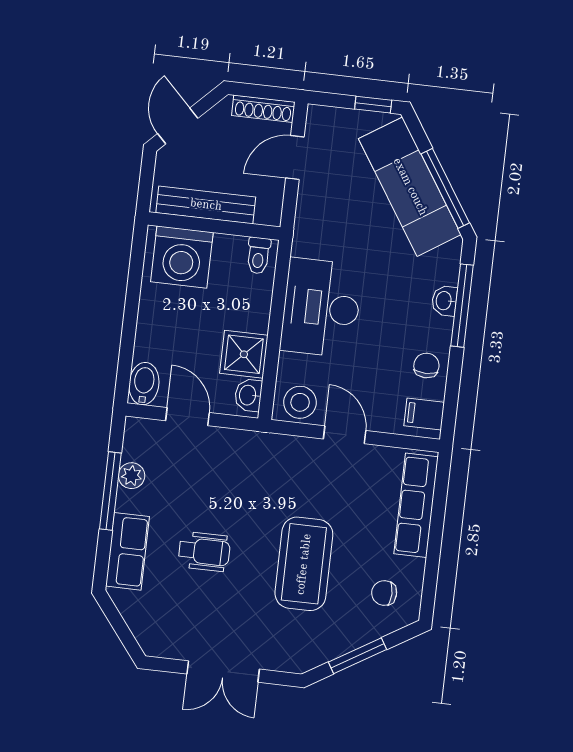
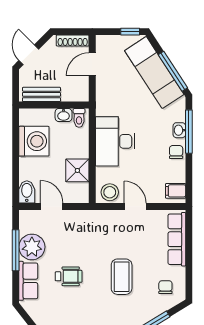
bench: (206, 205) -> (41, 94), width x0.73
washing machine: (182, 257) -> (34, 141), moved, turned -90
chair: (426, 365) -> (176, 152), moved
washbasin: (248, 395) -> (64, 115), moved, turned -90
plant: (132, 476) -> (32, 247), width x1.88, depth x1.88
coffee table: (304, 564) -> (122, 277), width x0.73, depth x0.76
chair: (384, 593) -> (165, 287), turned 90

